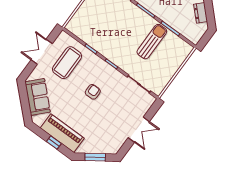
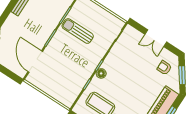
floor lamp: (102, 66) -> (101, 73), added
armchair: (93, 92) -> (164, 68), moved
double door: (139, 130) -> (156, 38), swing flipped

